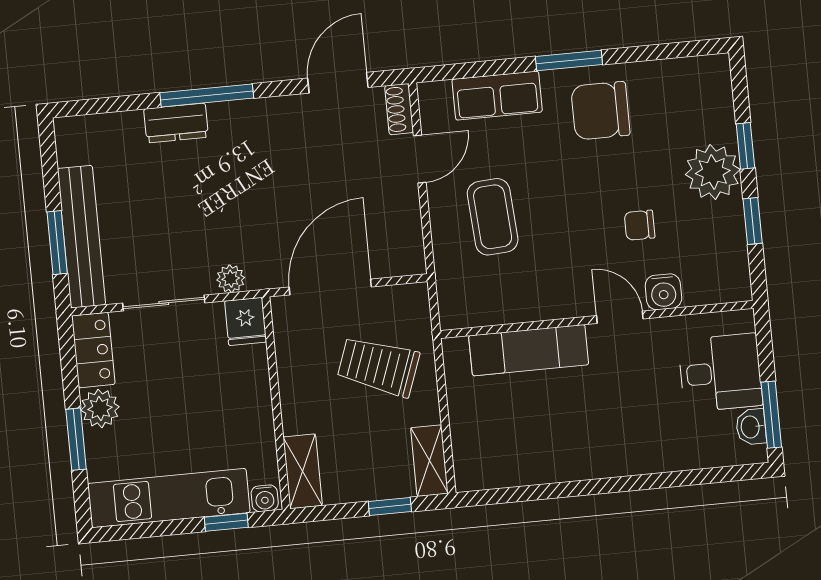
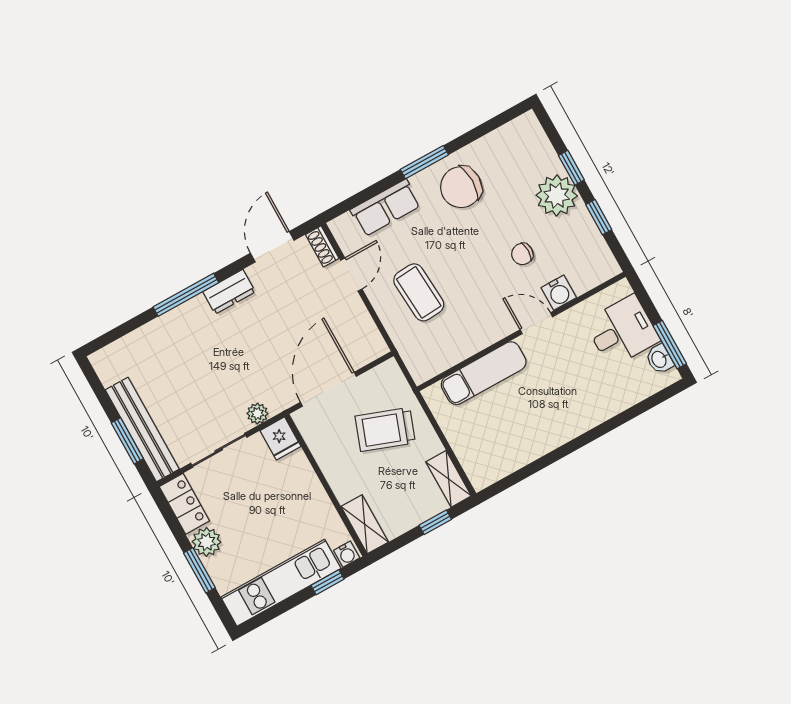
dresser: (176, 123) -> (229, 292), moved

